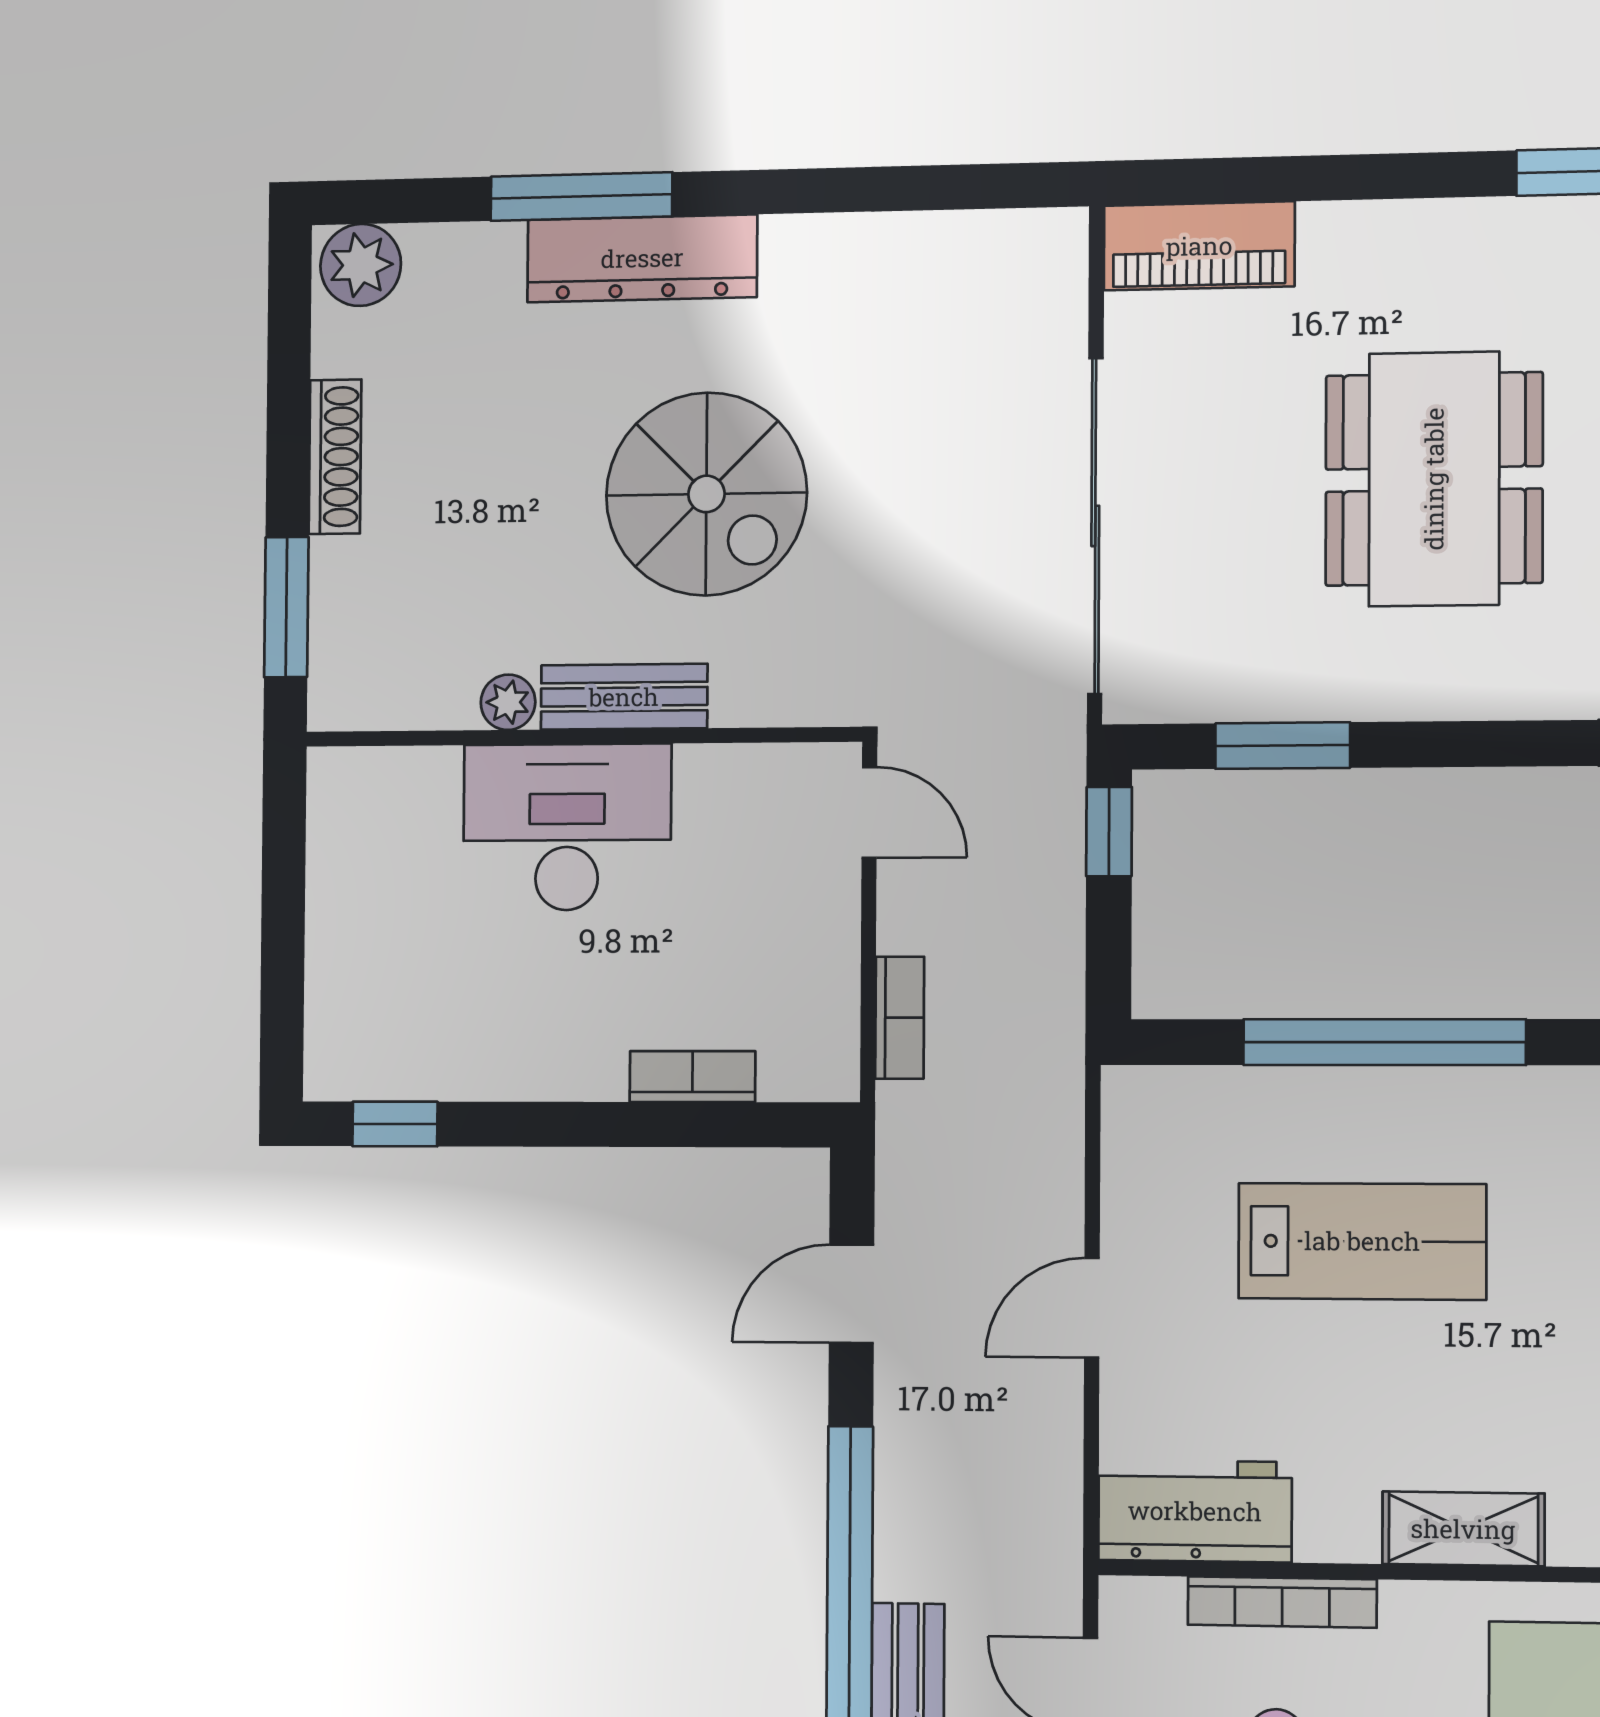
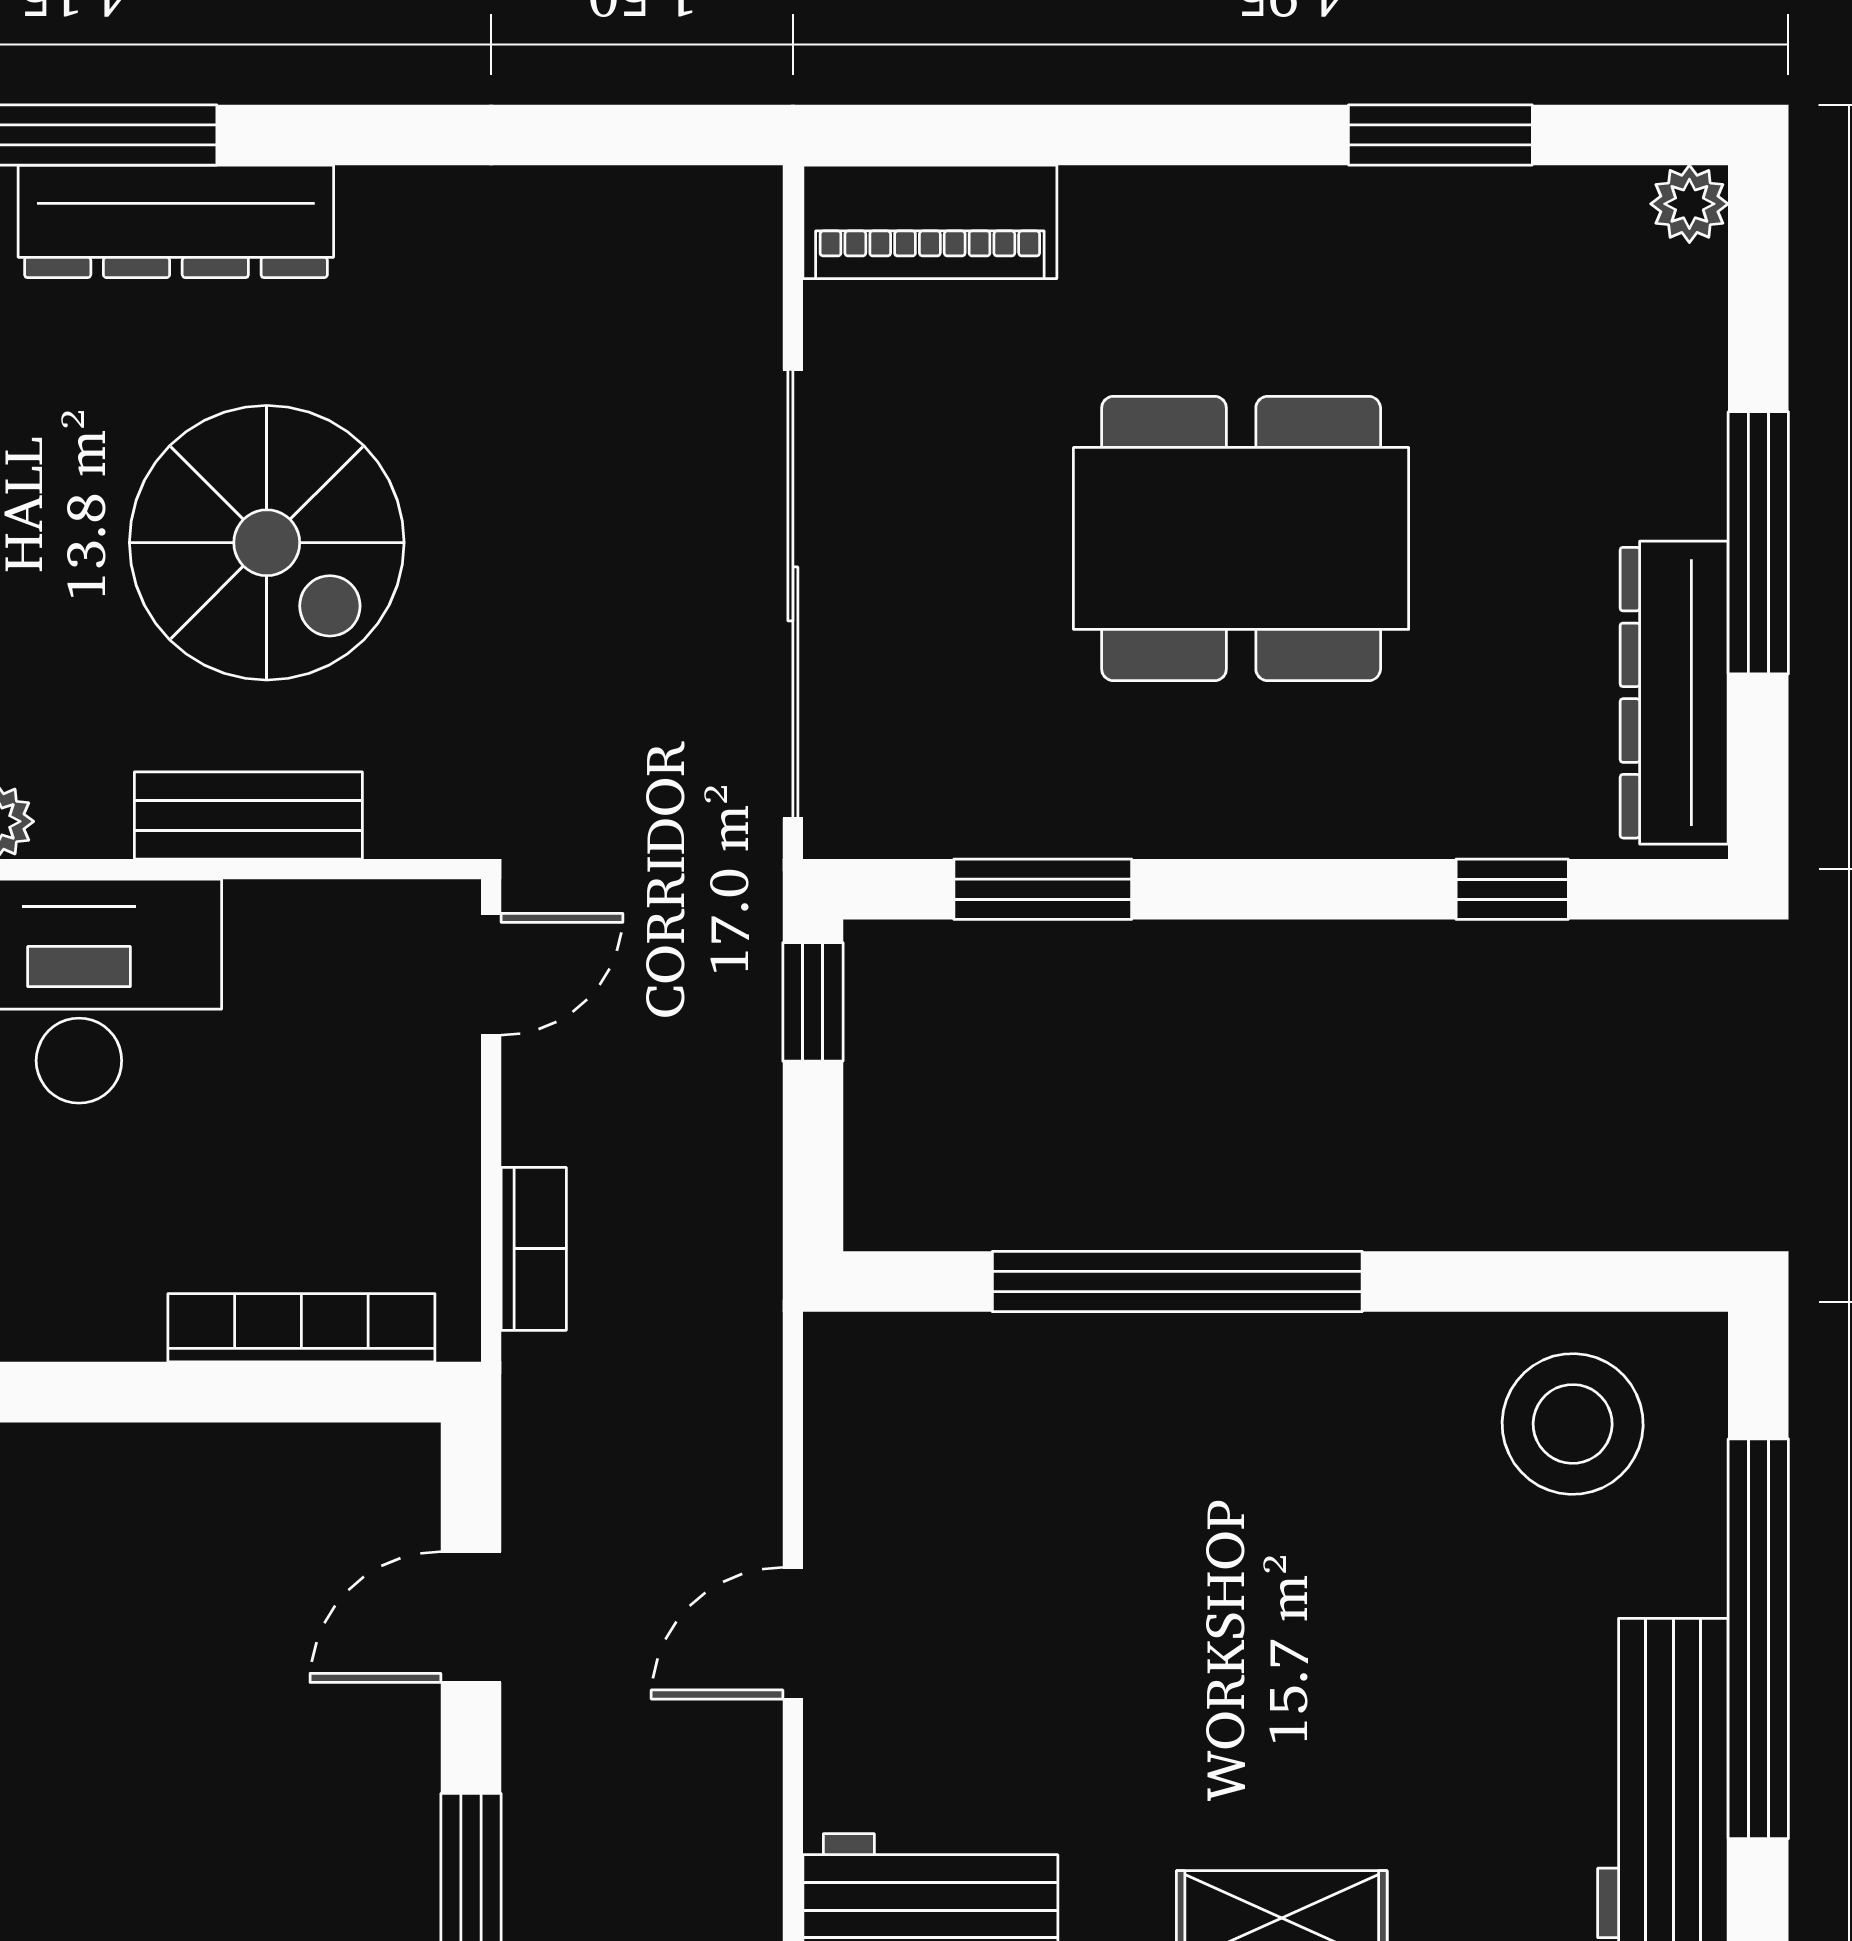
dining table: (1434, 479) -> (1241, 538), turned 90
bench: (624, 697) -> (248, 816), moved
door: (869, 812) -> (491, 974), hinge flipped
bookcase: (692, 1077) -> (301, 1328), width x1.56
lab bench: (1362, 1241) -> (1149, 1543), removed

